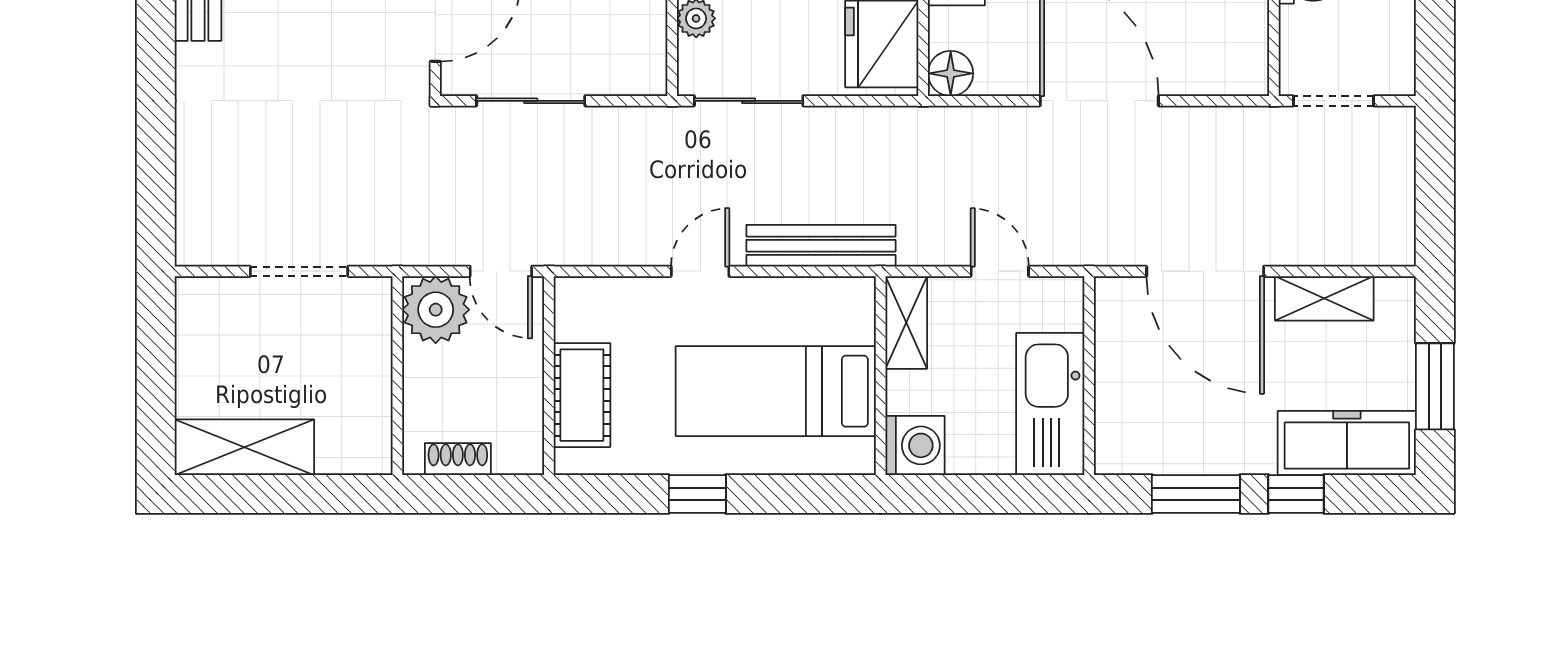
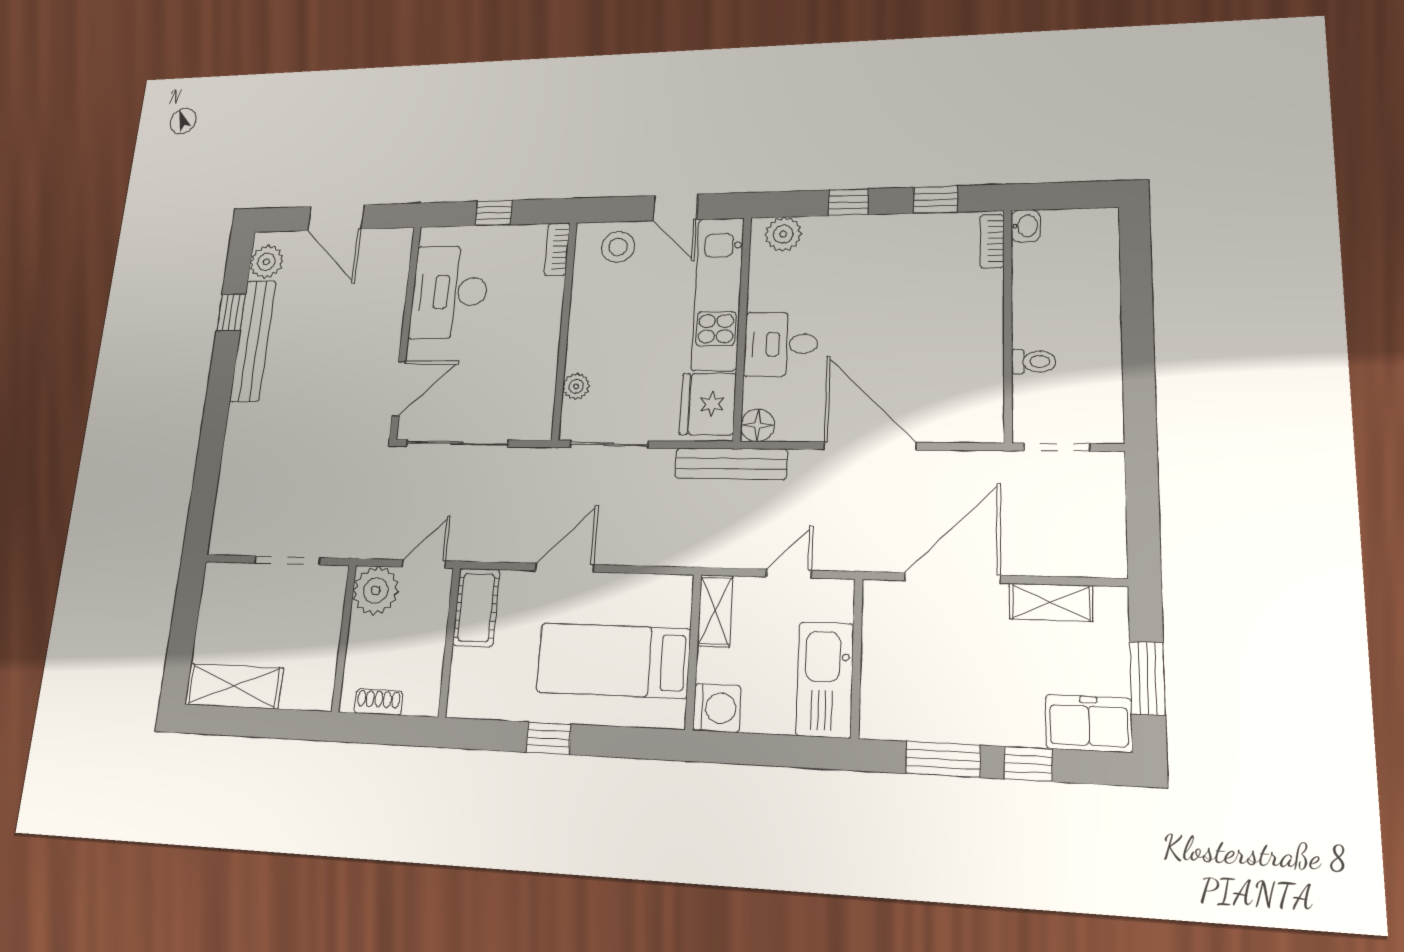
sliding door: (531, 101) -> (457, 443), width x1.37
bench: (821, 246) -> (731, 464), moved
door: (501, 271) -> (424, 564), swing flipped
door: (700, 271) -> (564, 568), width x1.38
door: (1000, 271) -> (789, 574), hinge flipped
door: (1205, 271) -> (952, 578), swing flipped
cot: (582, 395) -> (476, 607), moved
freezer: (1347, 443) -> (1089, 723), width x0.71

